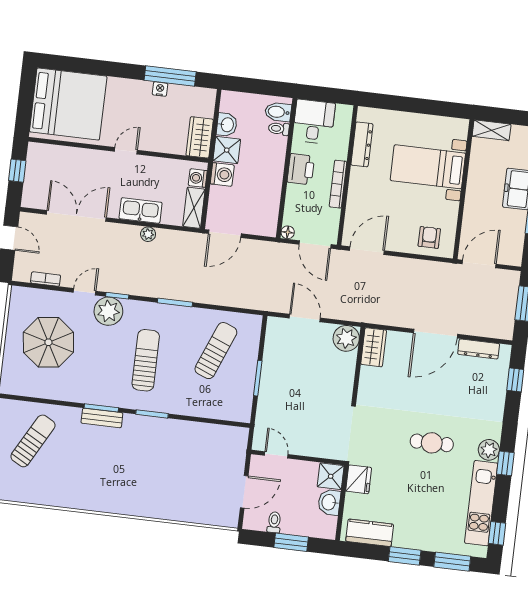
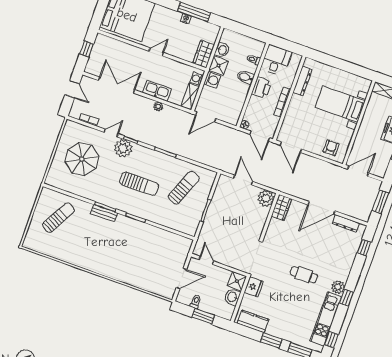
bidet: (278, 112) -> (246, 77), moved
door: (367, 251) -> (291, 147), swing flipped
sun lounger: (146, 360) -> (139, 184), turned 90

